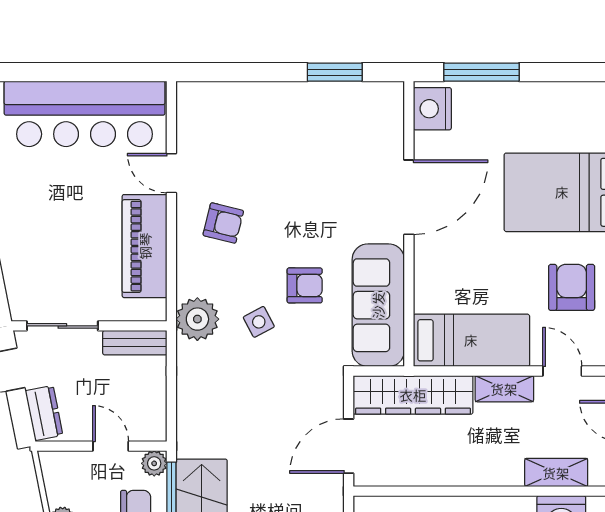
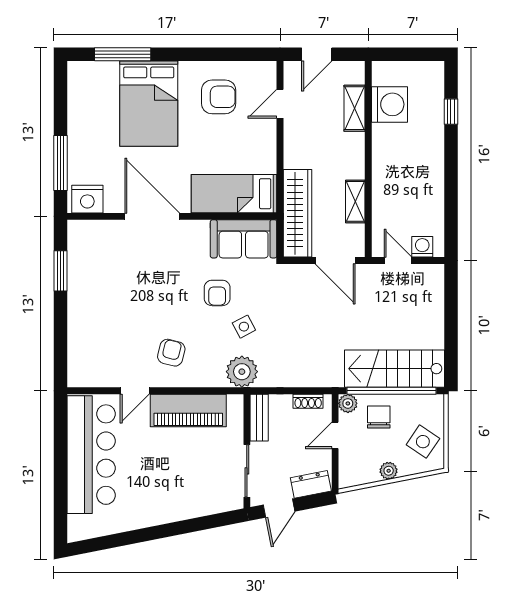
armchair: (305, 285) -> (217, 293), turned 180
armchair: (572, 287) -> (219, 97), turned 180
sofa: (378, 305) -> (244, 239), width x0.73
bed: (471, 340) -> (234, 194), moved, turned -90
shelving: (504, 389) -> (355, 201), moved
shoe rack: (157, 409) -> (308, 401), added

